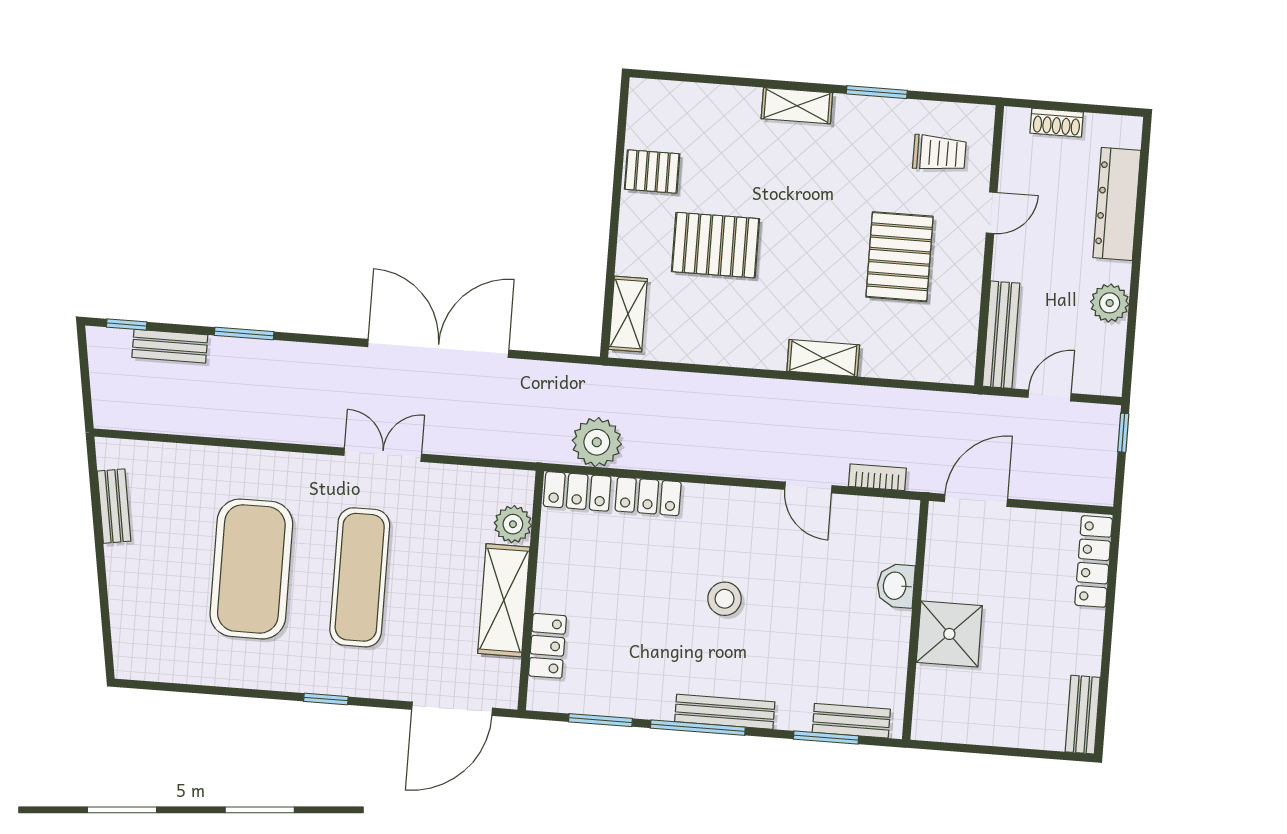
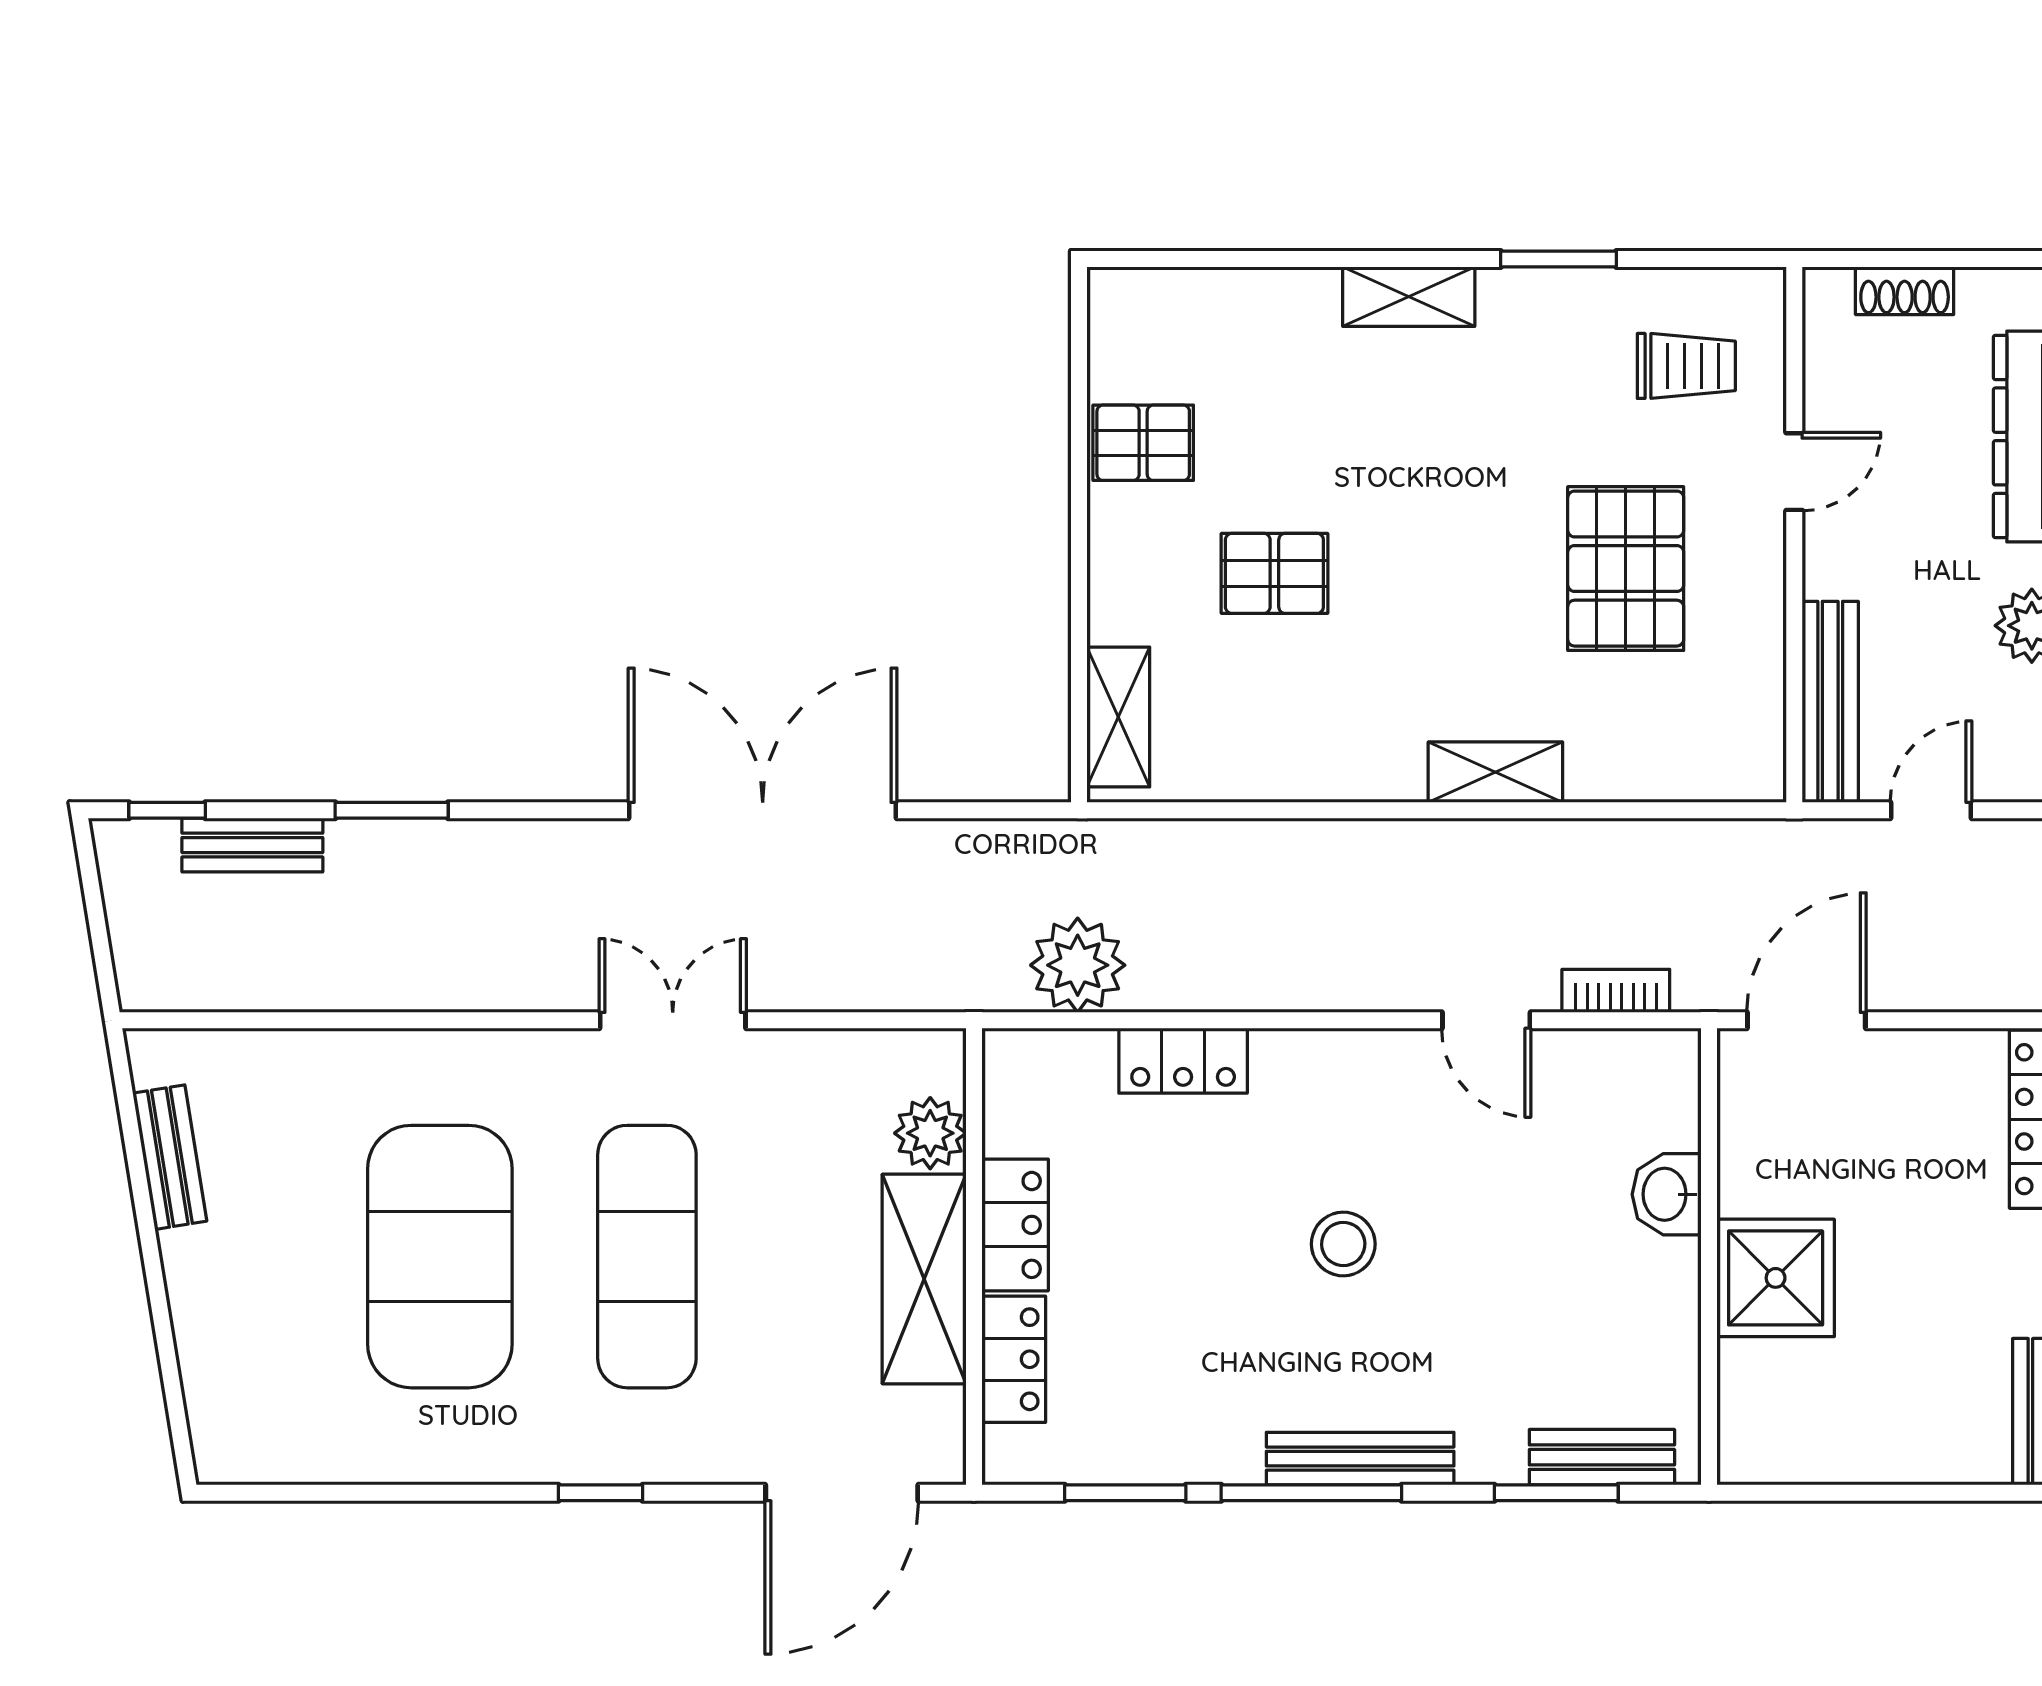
pallet: (716, 245) -> (1274, 573), width x0.67, depth x0.71
locker: (577, 491) -> (1015, 1225), moved, turned -90

